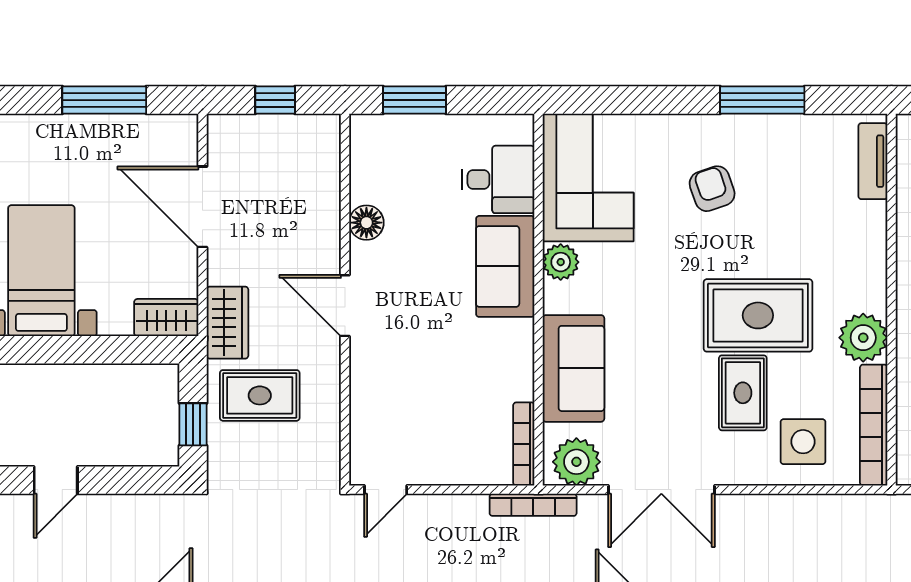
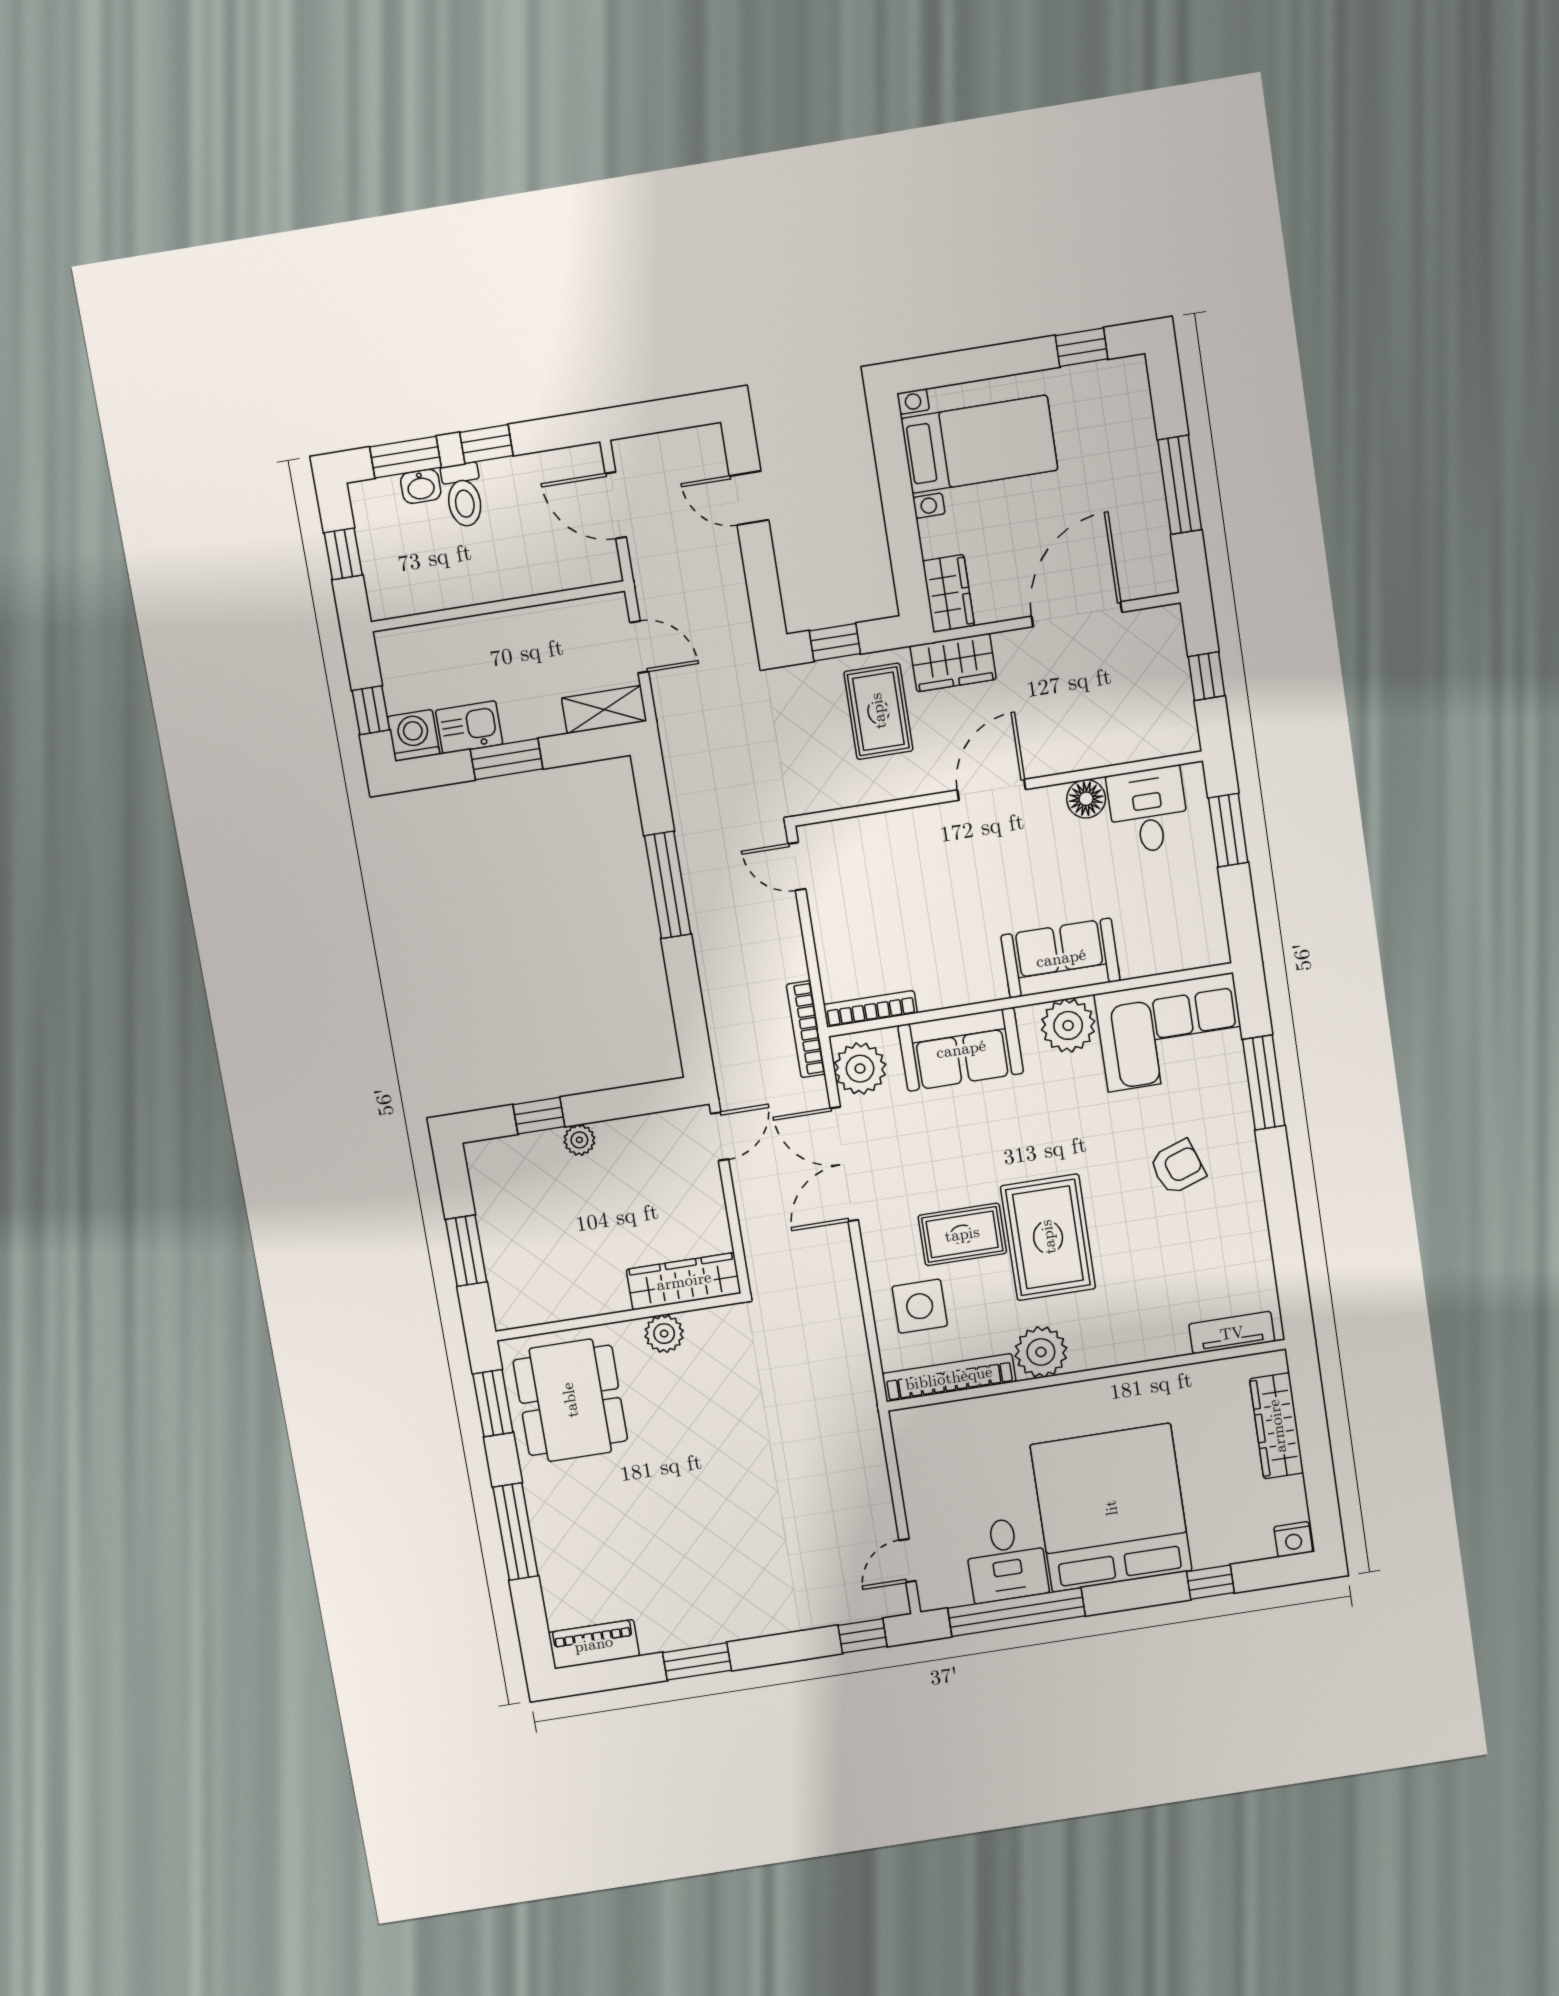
window: (762, 100) -> (1264, 1083), moved
desk: (498, 179) -> (1148, 810), moved, turned 180
plant: (561, 262) -> (1068, 1025), width x1.36, depth x1.36

